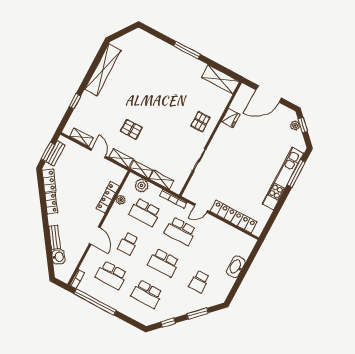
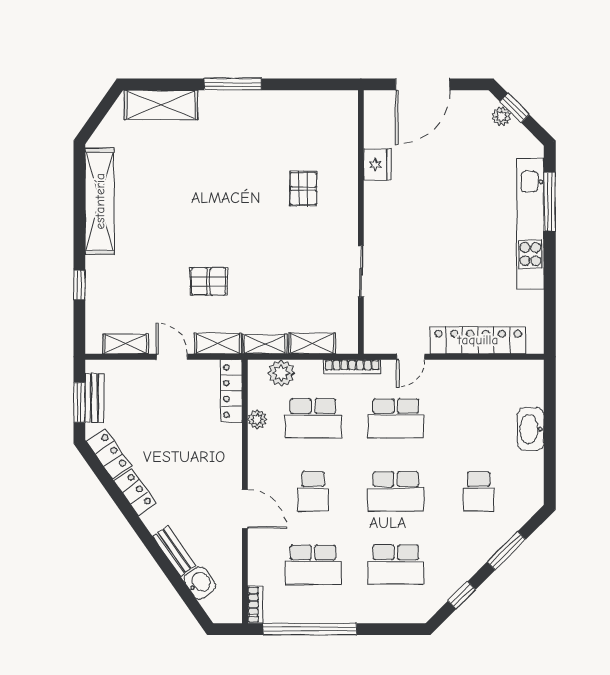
shelving: (221, 79) -> (161, 105), moved
pallet: (200, 122) -> (303, 189), moved
locker: (108, 197) -> (232, 391), moved

